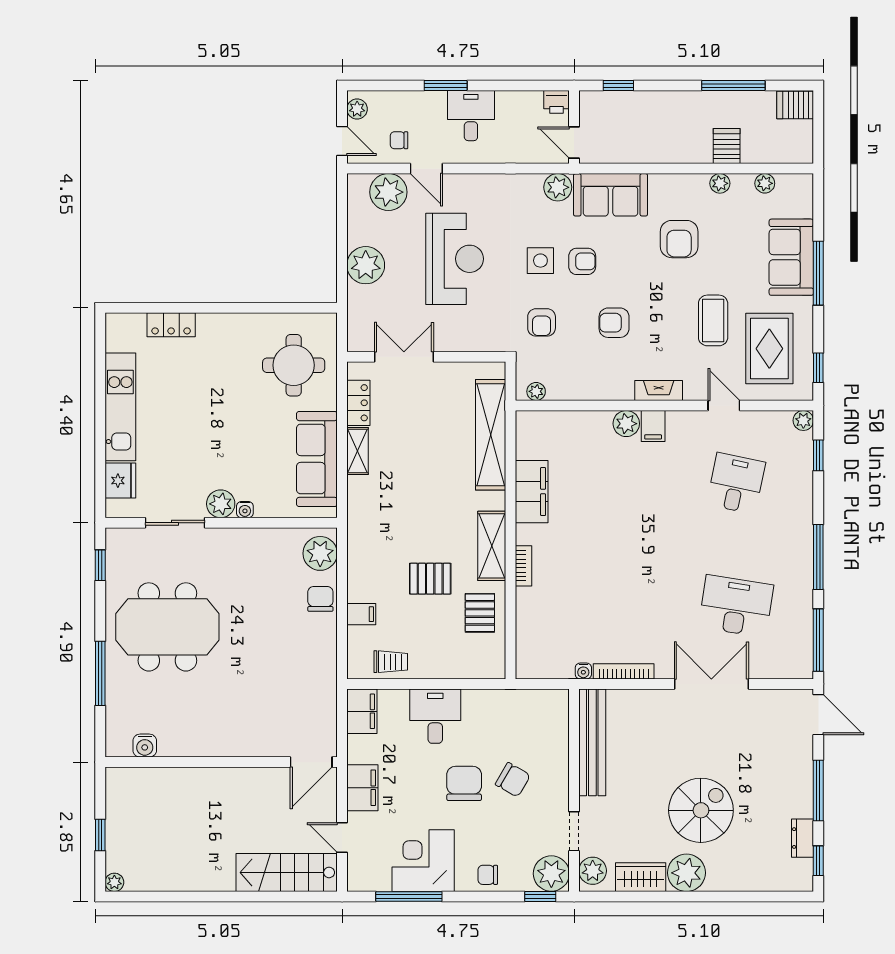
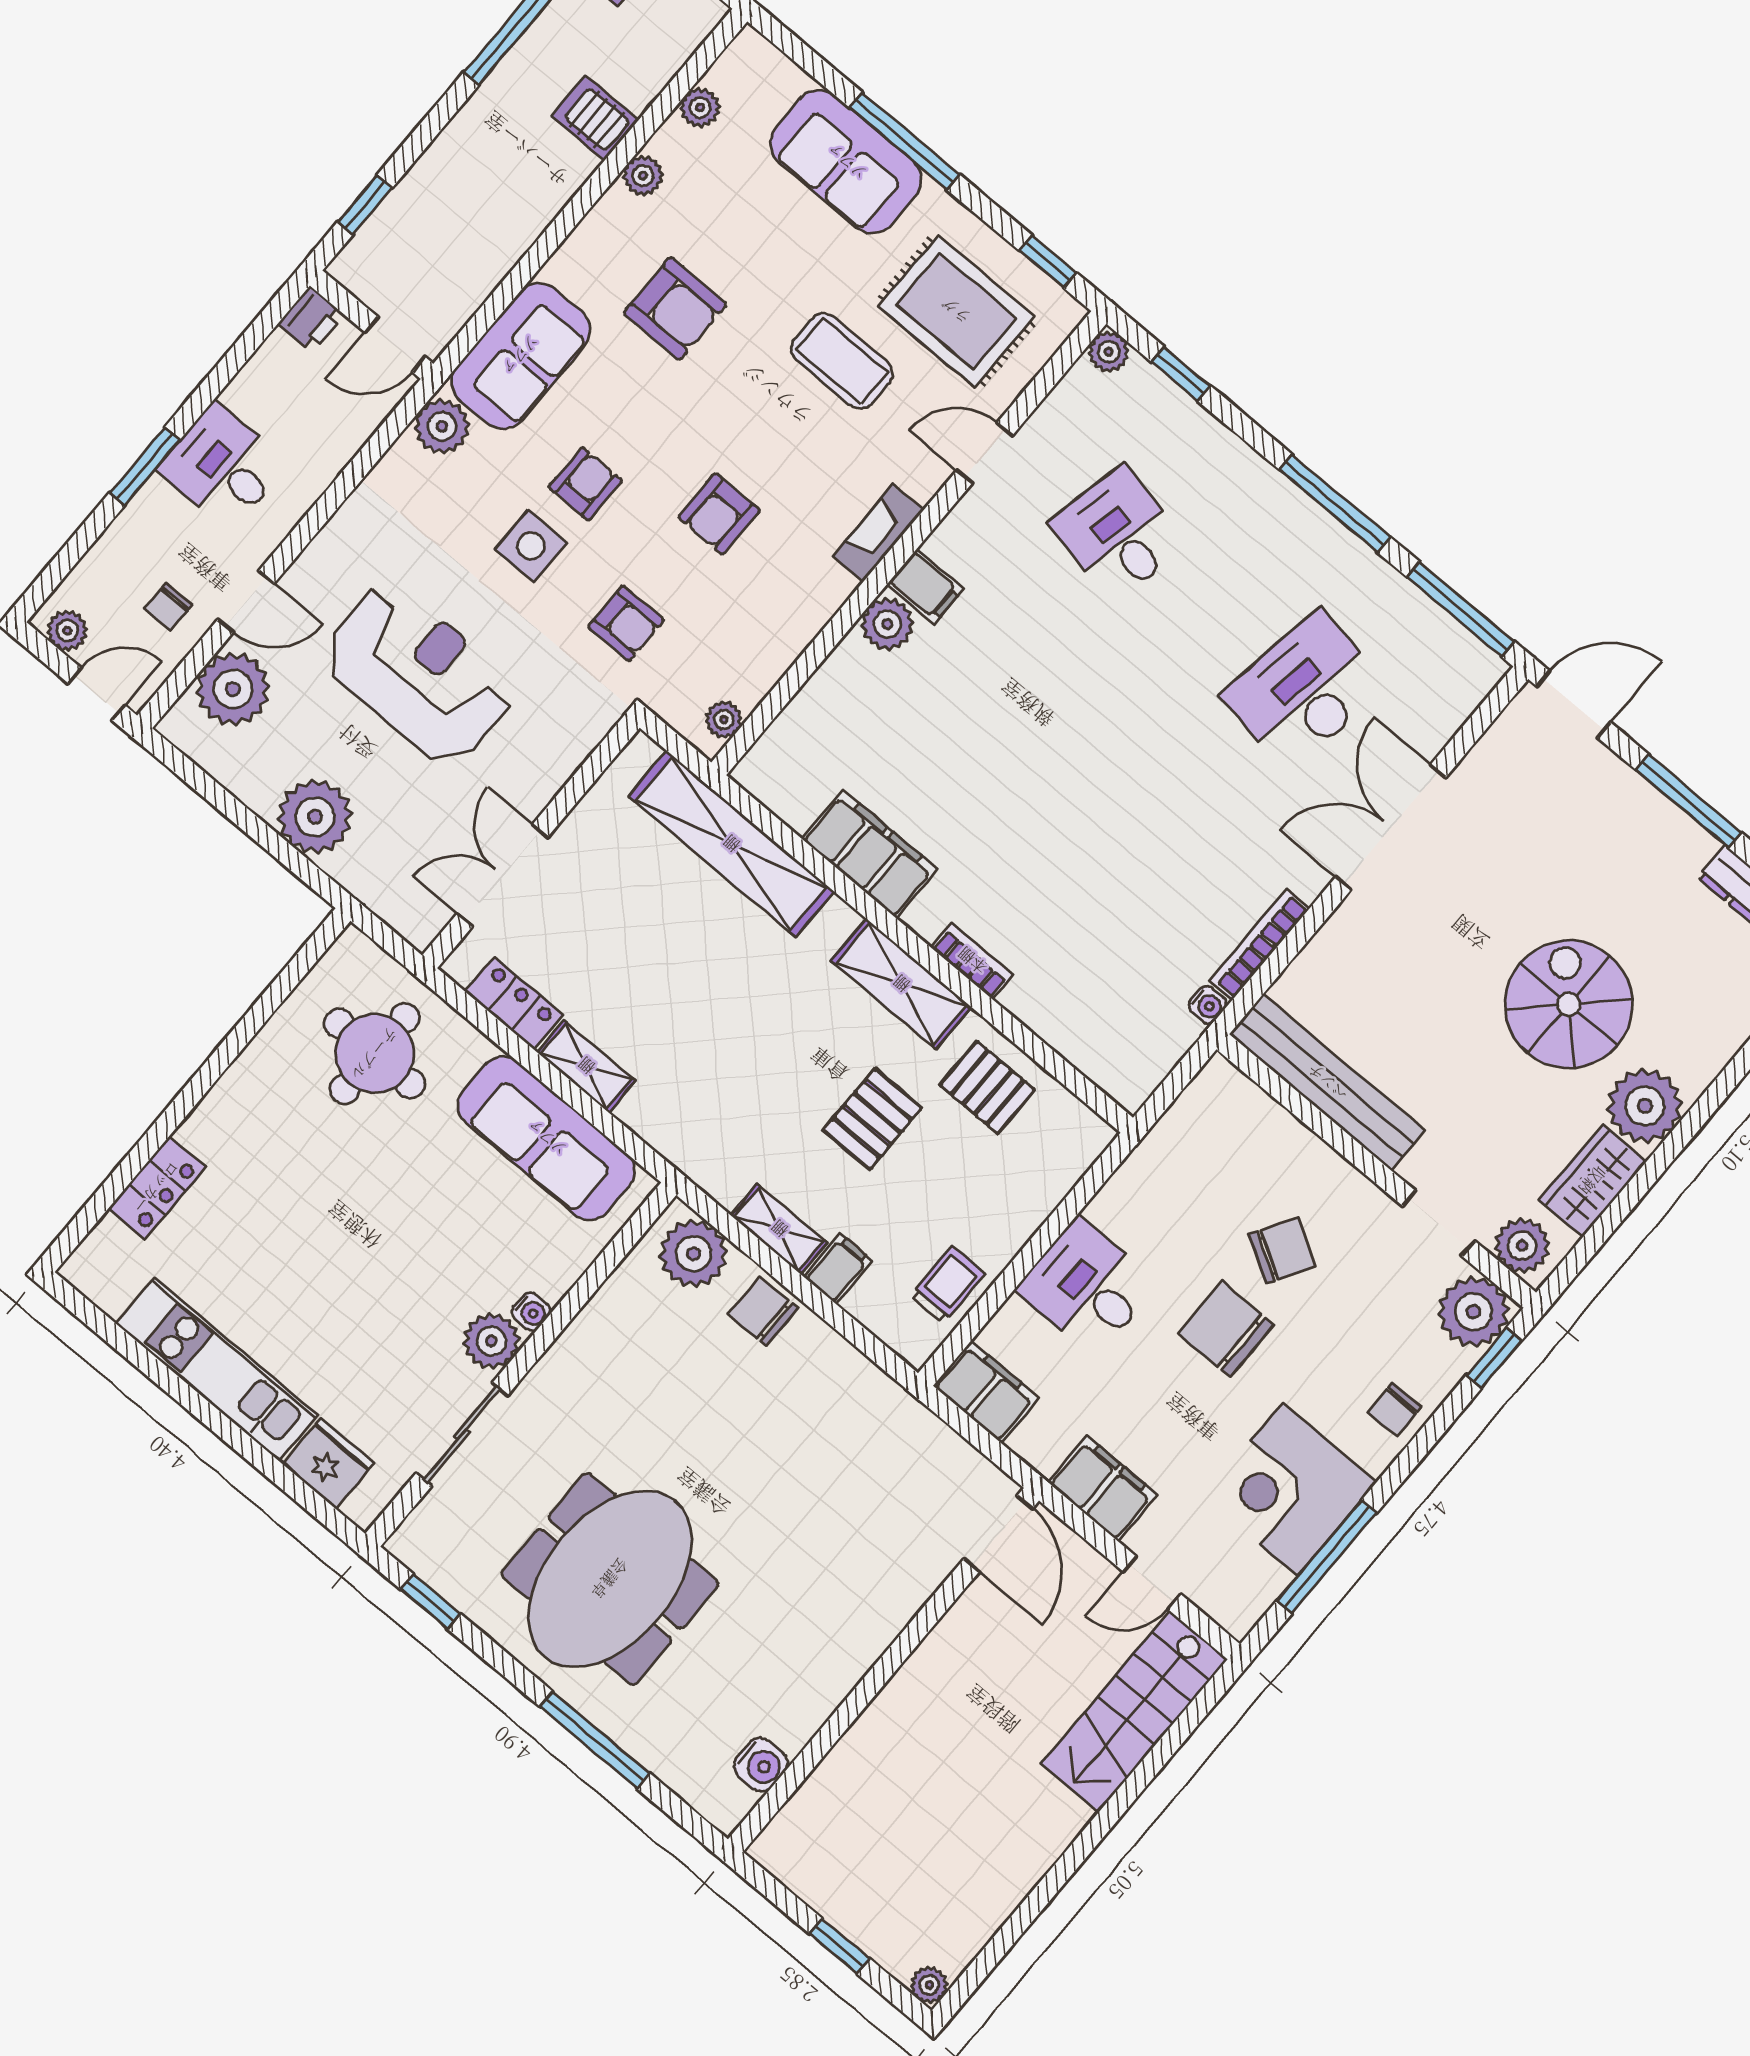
shelving: (357, 578) -> (779, 1229), added

